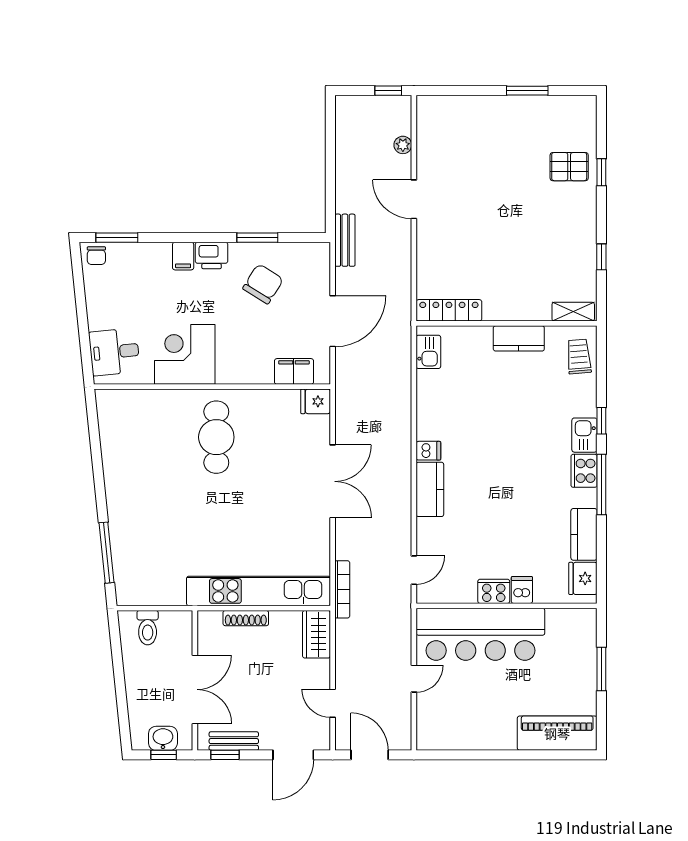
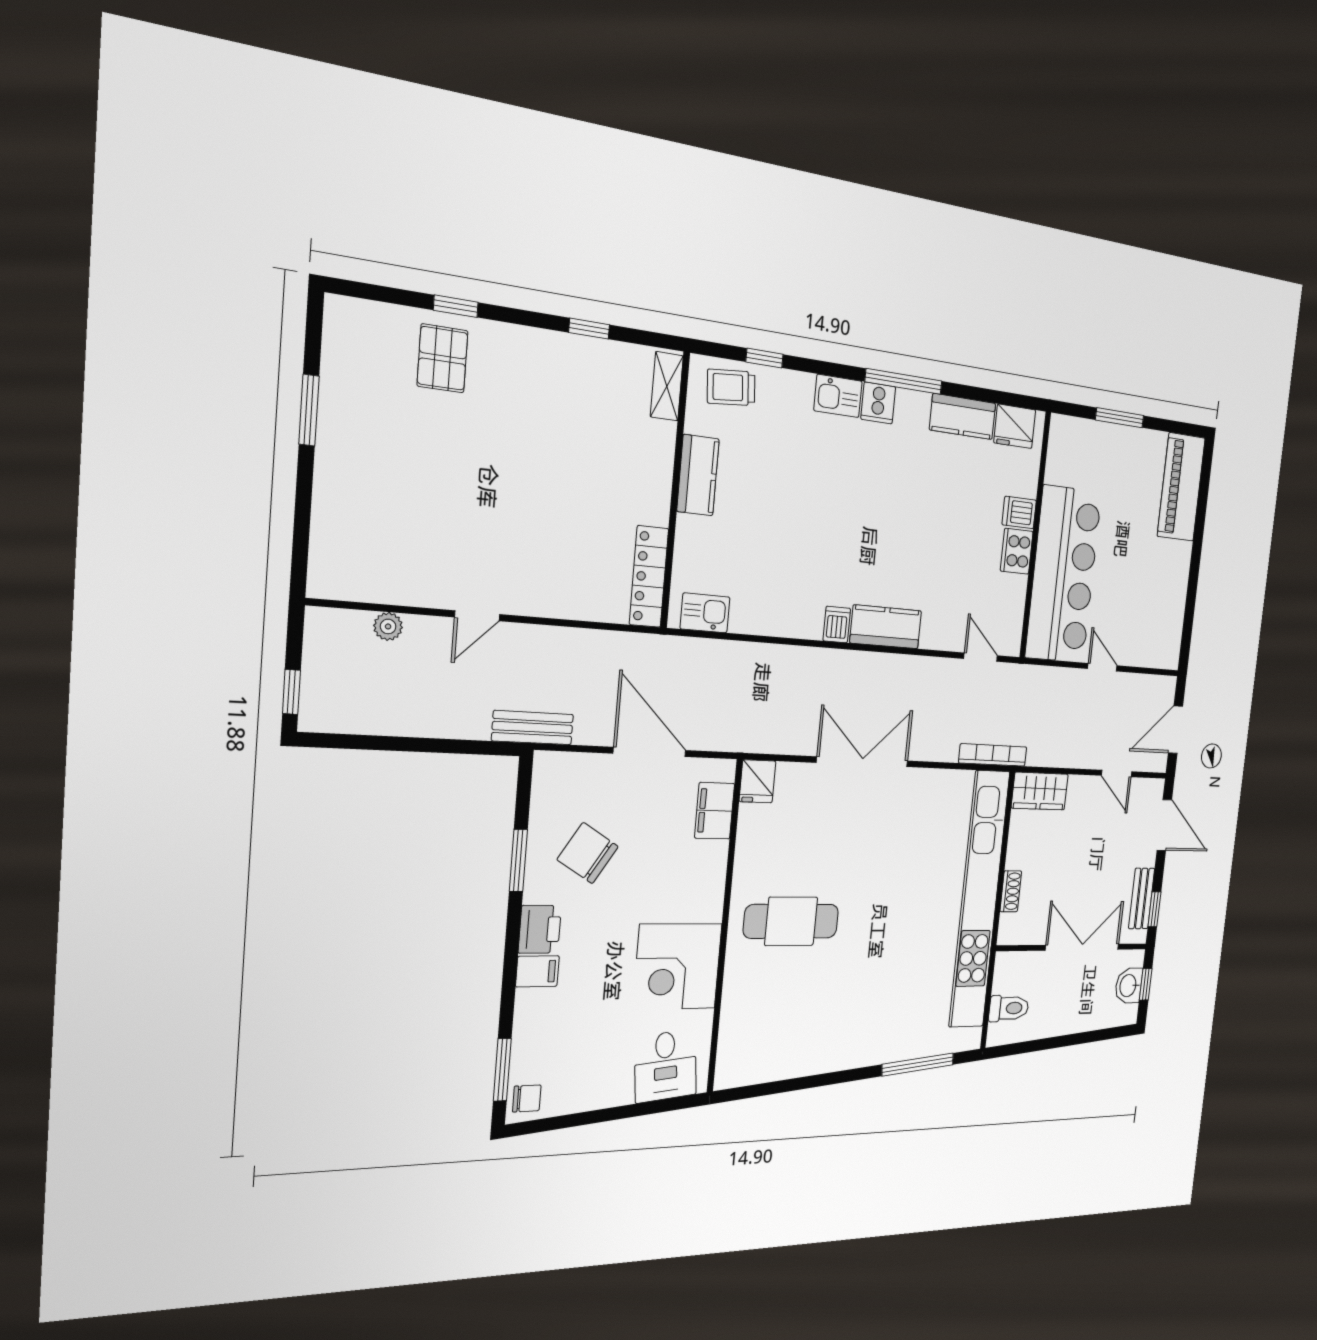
window: (388, 91) -> (291, 692), moved
door: (414, 199) -> (477, 616), width x0.73
window: (601, 421) -> (765, 358), moved
cooker: (584, 471) -> (878, 403), width x0.73
kitchen unit: (258, 591) -> (979, 900), width x1.36
shoe rack: (246, 618) -> (1011, 891), width x0.70
door: (333, 703) -> (1117, 774), hinge flipped

